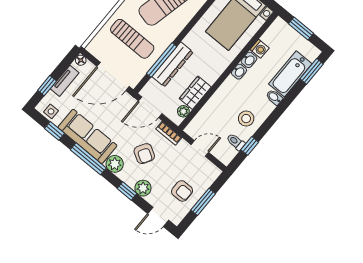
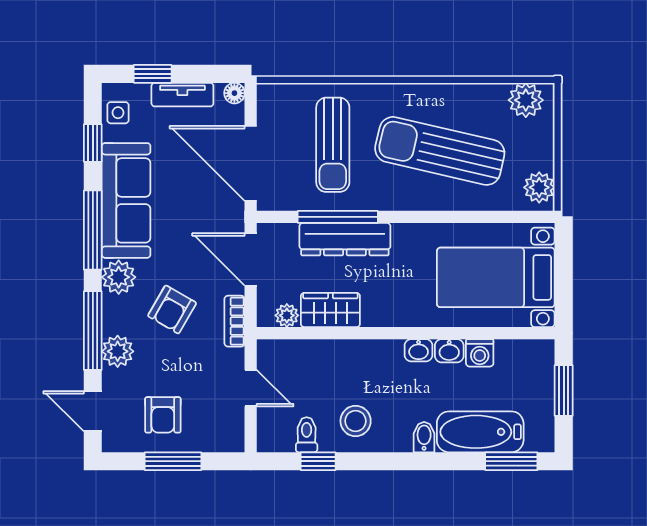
window: (127, 191) -> (93, 331), width x2.17

